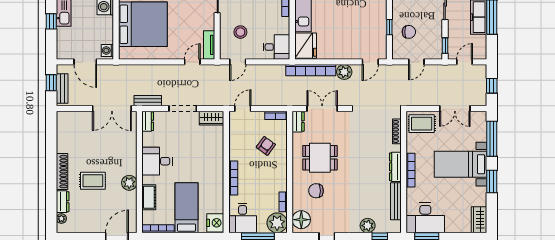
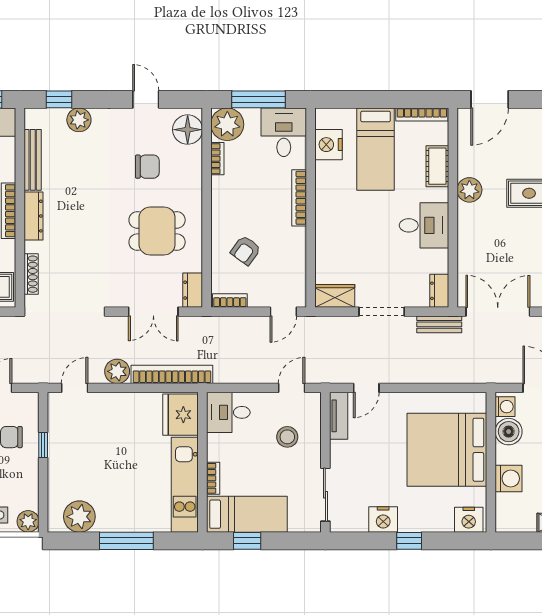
boiler: (105, 35) -> (509, 432), added
chair: (316, 191) -> (147, 167), moved
nightstand: (215, 223) -> (328, 145), moved

